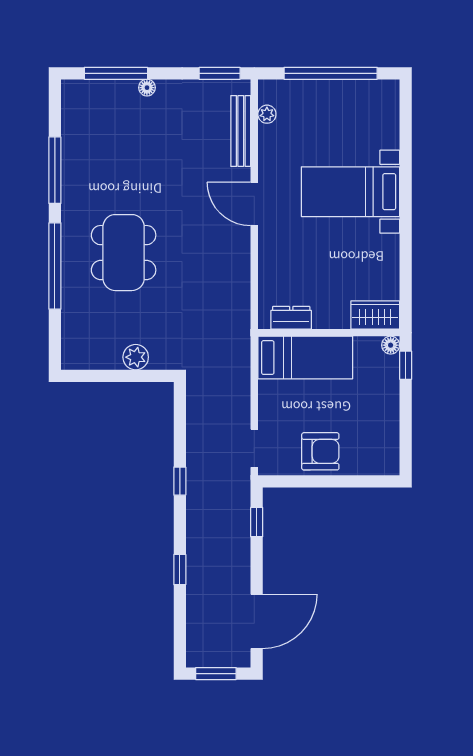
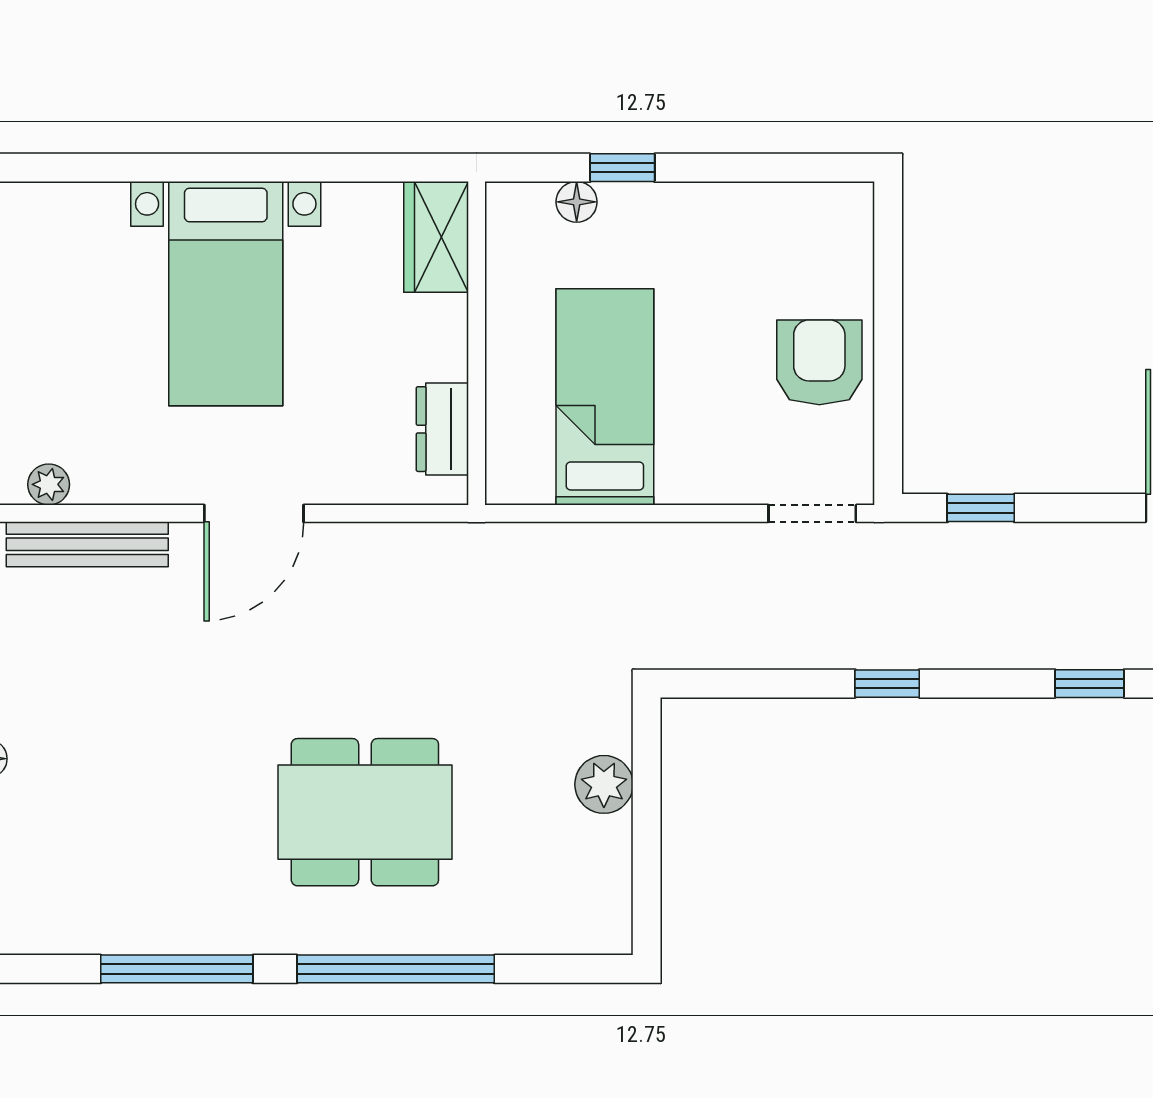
wardrobe: (375, 315) -> (436, 237), moved
dresser: (291, 318) -> (442, 429), moved
wall: (329, 333) -> (477, 343), moved

